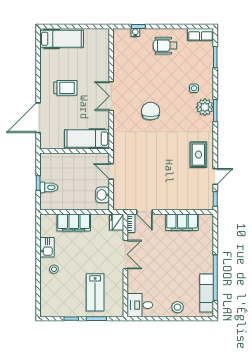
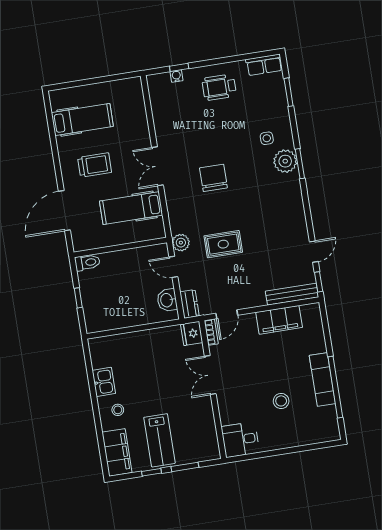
hospital bed: (62, 39) -> (82, 119), moved
hospital bed: (87, 139) -> (131, 208), moved
plant: (119, 154) -> (181, 243), added
rug: (198, 155) -> (223, 244), moved, turned 90
toilet: (49, 187) -> (87, 263), moved
dresser: (119, 200) -> (190, 304), added
bench: (194, 205) -> (292, 294), added
door: (144, 212) -> (227, 314), hinge flipped
filing cabinet: (74, 222) -> (117, 452), moved, turned -90
double door: (125, 254) -> (210, 375), swing flipped
lab bench: (95, 292) -> (159, 440), moved
exam couch: (207, 293) -> (322, 380), moved
stool: (177, 307) -> (281, 401), moved

